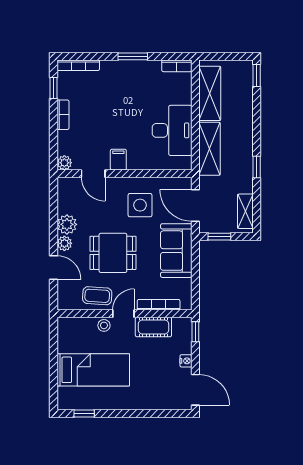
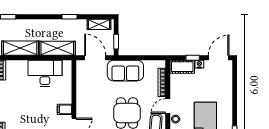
side table: (140, 205) -> (95, 95), removed
door: (195, 205) -> (95, 58), swing flipped
door: (123, 314) -> (168, 106), hinge flipped
cot: (153, 327) -> (182, 67), moved, turned 90
window: (195, 332) -> (193, 58), moved

